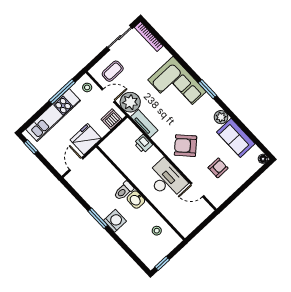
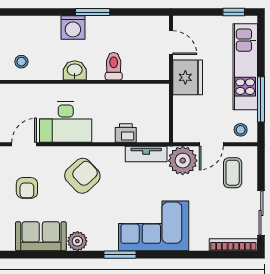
dishwasher: (111, 119) -> (183, 124), removed
toilet: (124, 191) -> (114, 66), moved

